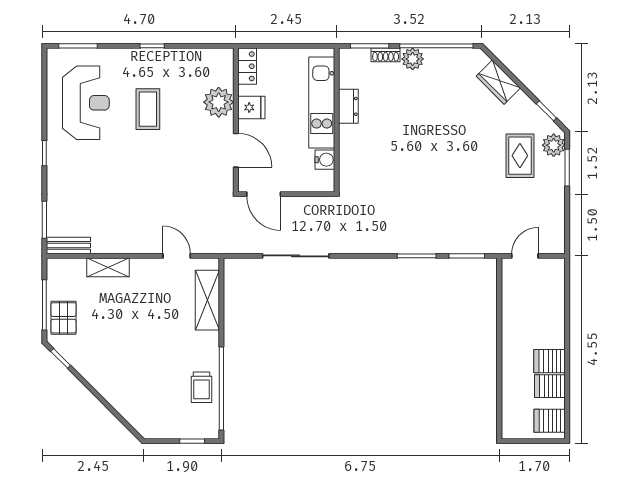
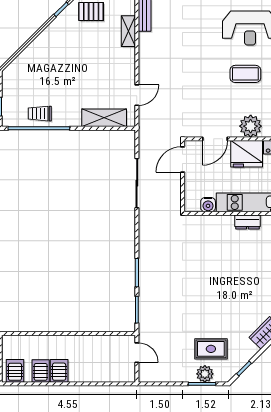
fridge: (251, 107) -> (247, 154), width x1.88, depth x1.34
plant: (554, 145) -> (205, 374), moved
shelving: (108, 267) -> (128, 31), moved

